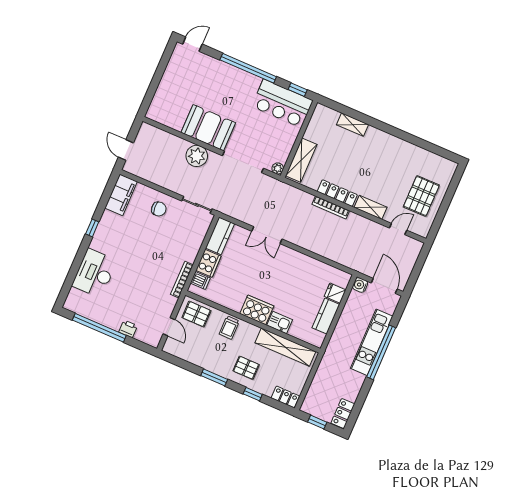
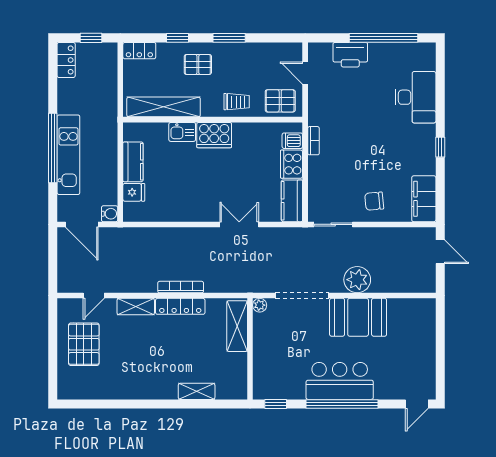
bar counter: (282, 103) -> (340, 381), moved
bookcase: (182, 280) -> (314, 141), width x0.64
trolley: (229, 328) -> (237, 102), turned 90
printer: (128, 329) -> (350, 55), width x1.87, depth x1.48

